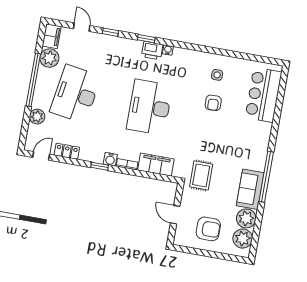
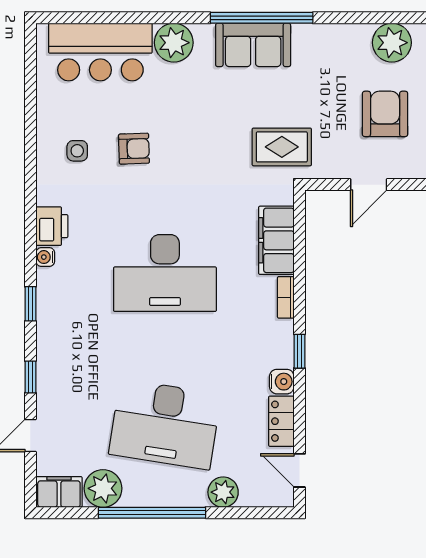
printer: (152, 50) -> (52, 226), moved
water cooler: (110, 159) -> (282, 382), moved
sofa: (250, 189) -> (253, 45), moved
plant: (246, 218) -> (174, 43), moved

